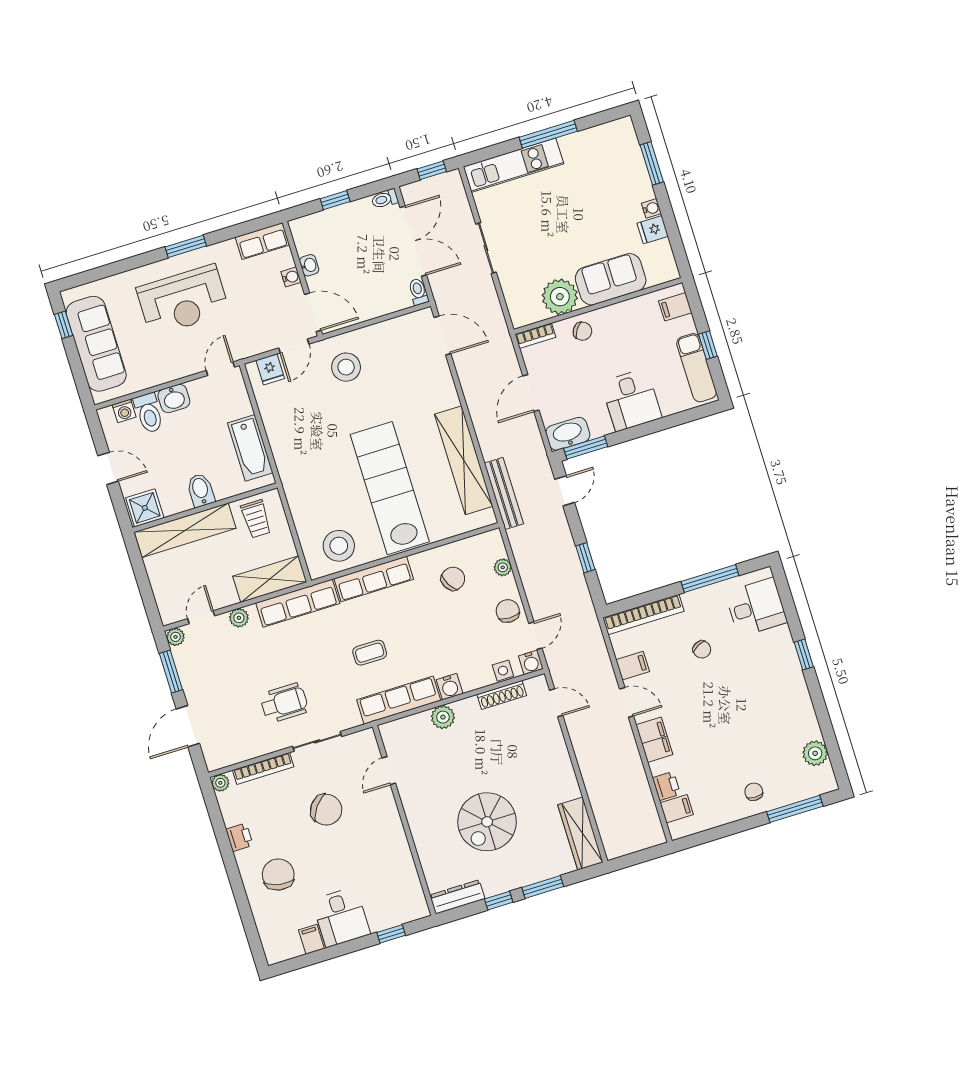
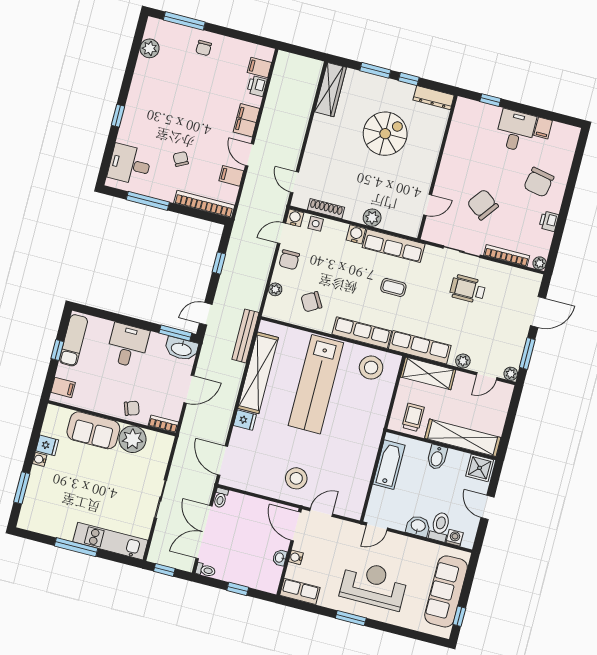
chair: (582, 331) -> (132, 408), turned 128
fridge: (270, 369) -> (245, 420), moved, turned 90

